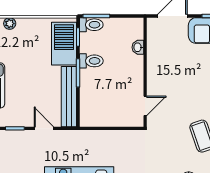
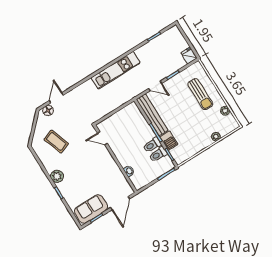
toilet: (91, 25) -> (158, 154), moved
barbecue: (64, 44) -> (169, 141), width x0.53, depth x0.65
door: (145, 106) -> (102, 138), hinge flipped

